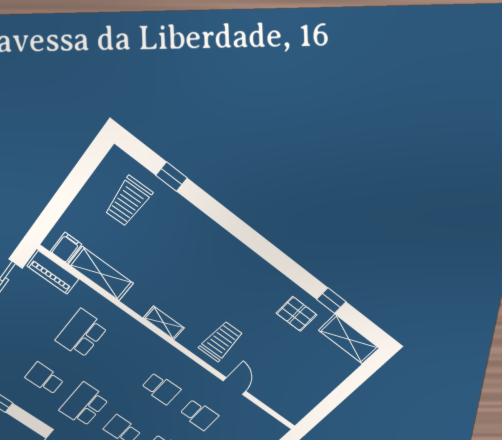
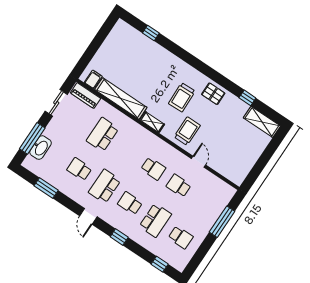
trolley: (128, 202) -> (182, 97), moved
shelving: (101, 274) -> (121, 98), width x1.47
pallet: (296, 314) -> (213, 94), moved
school desk: (199, 415) -> (179, 186), turned 180

